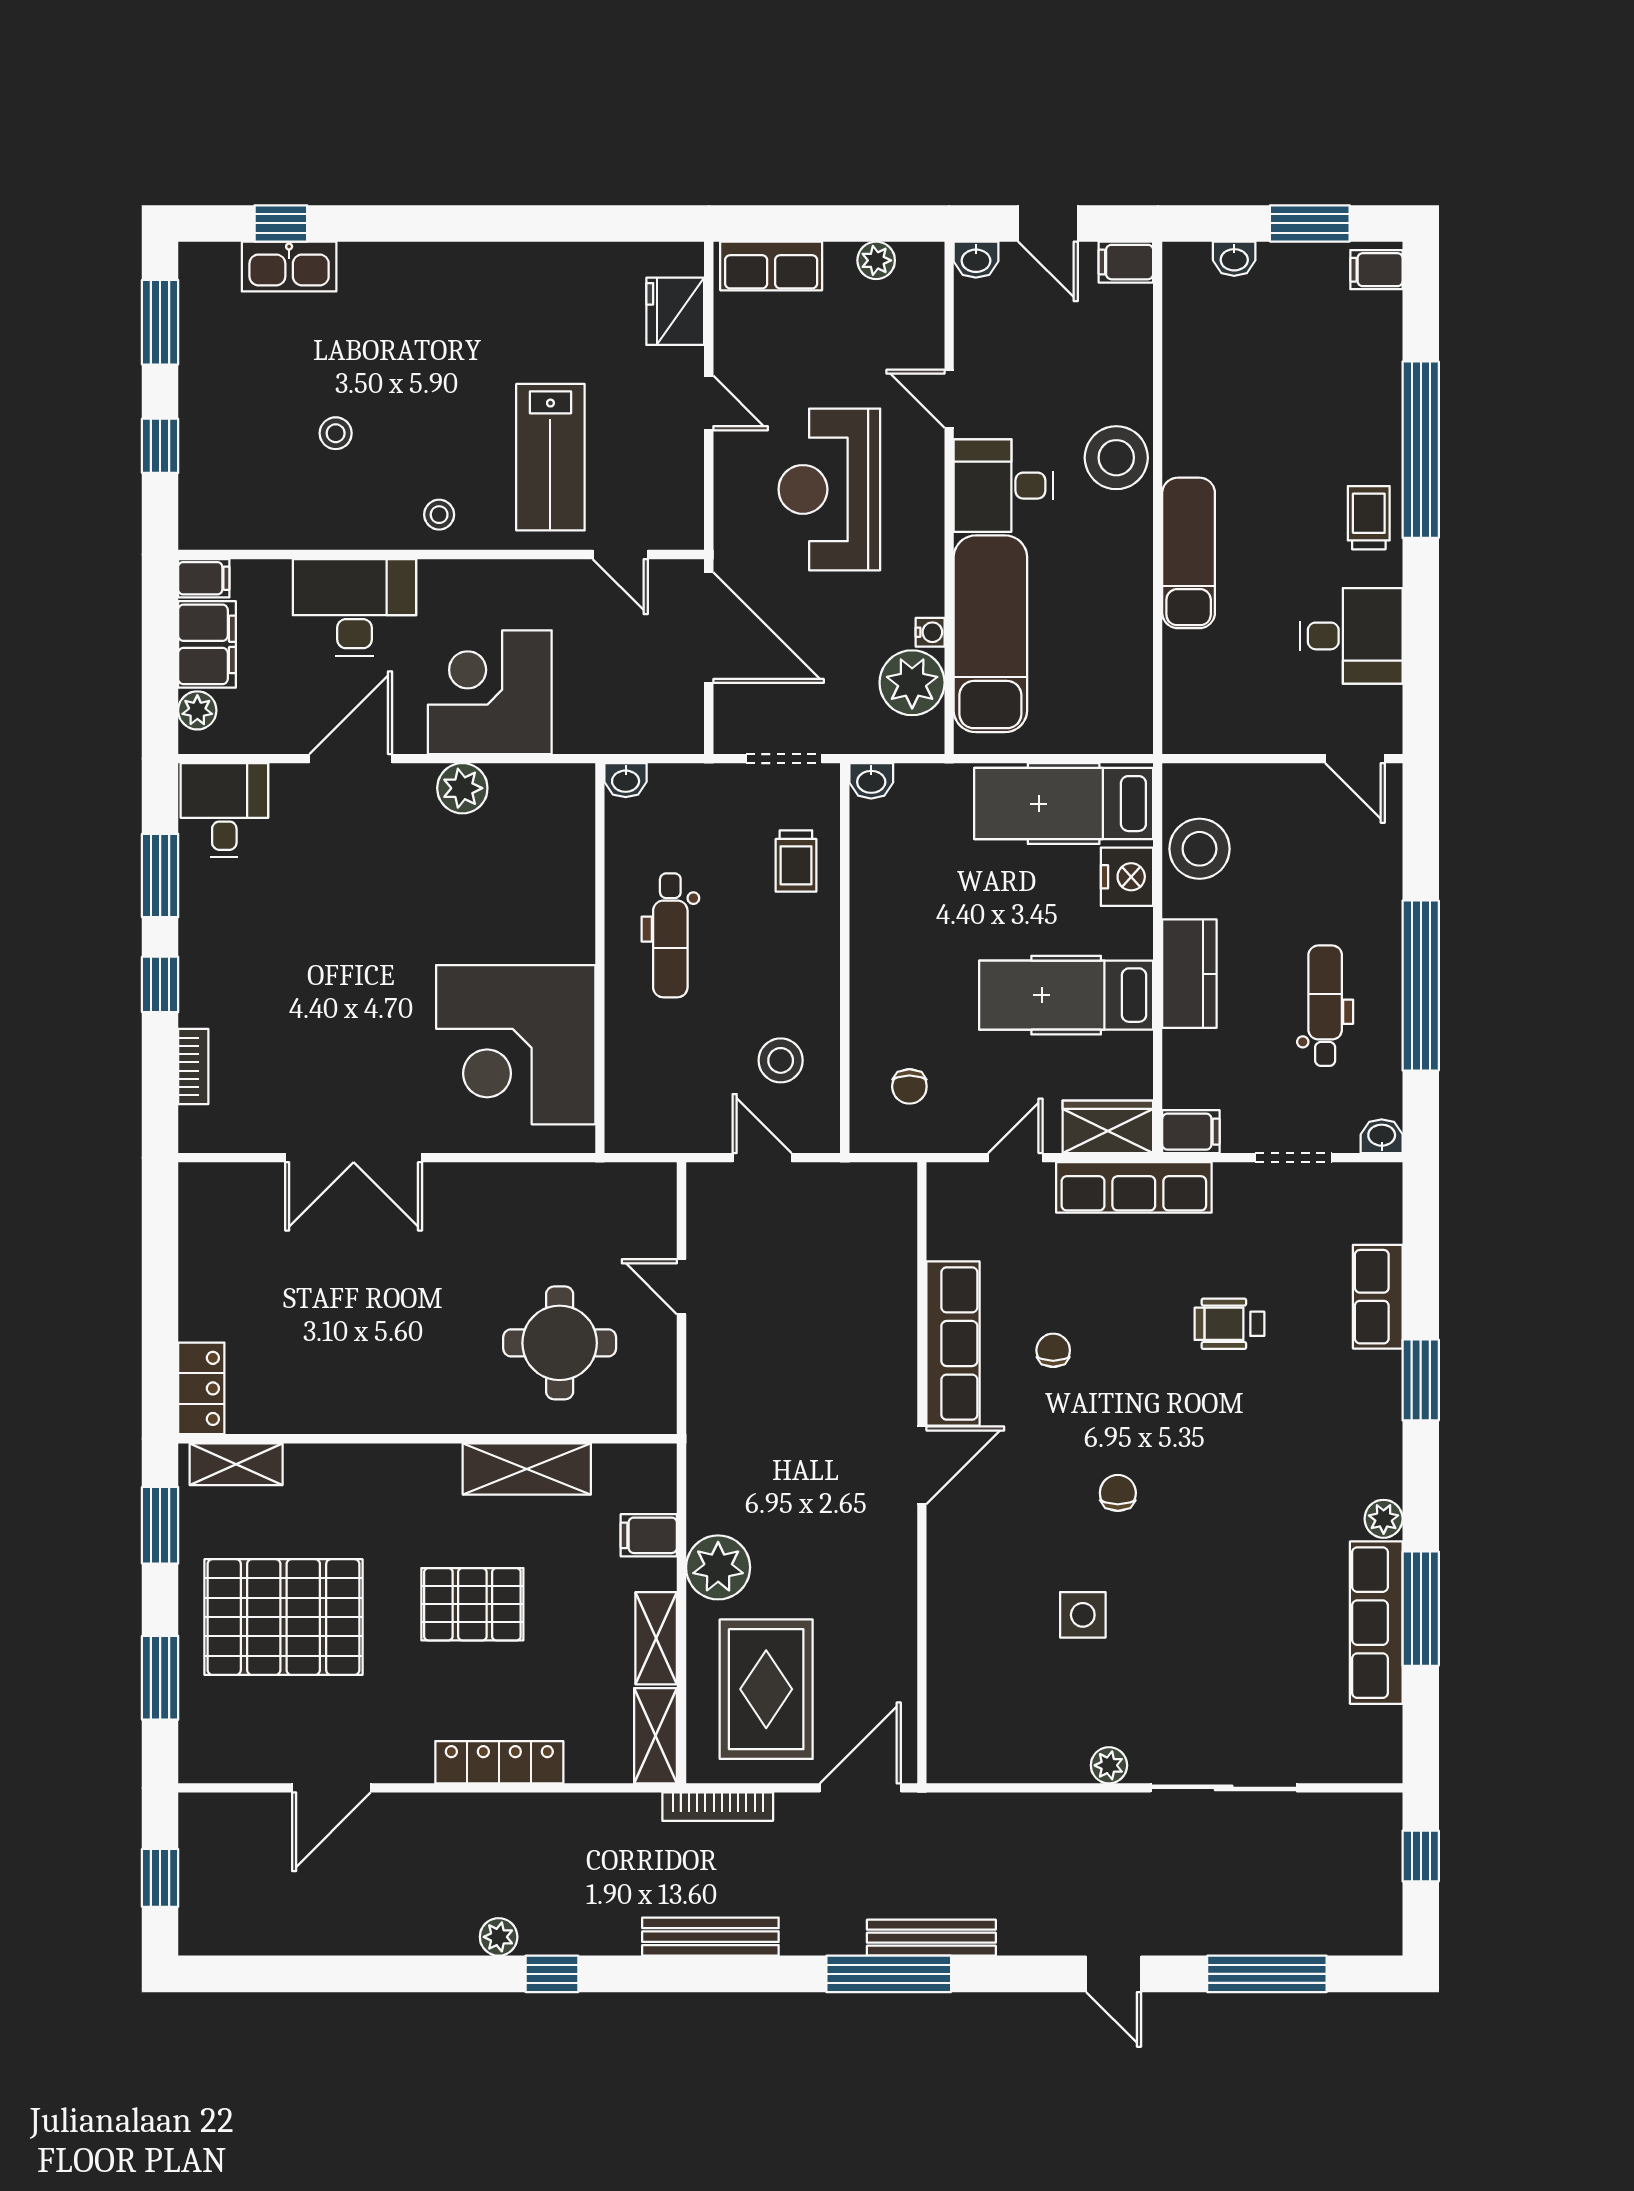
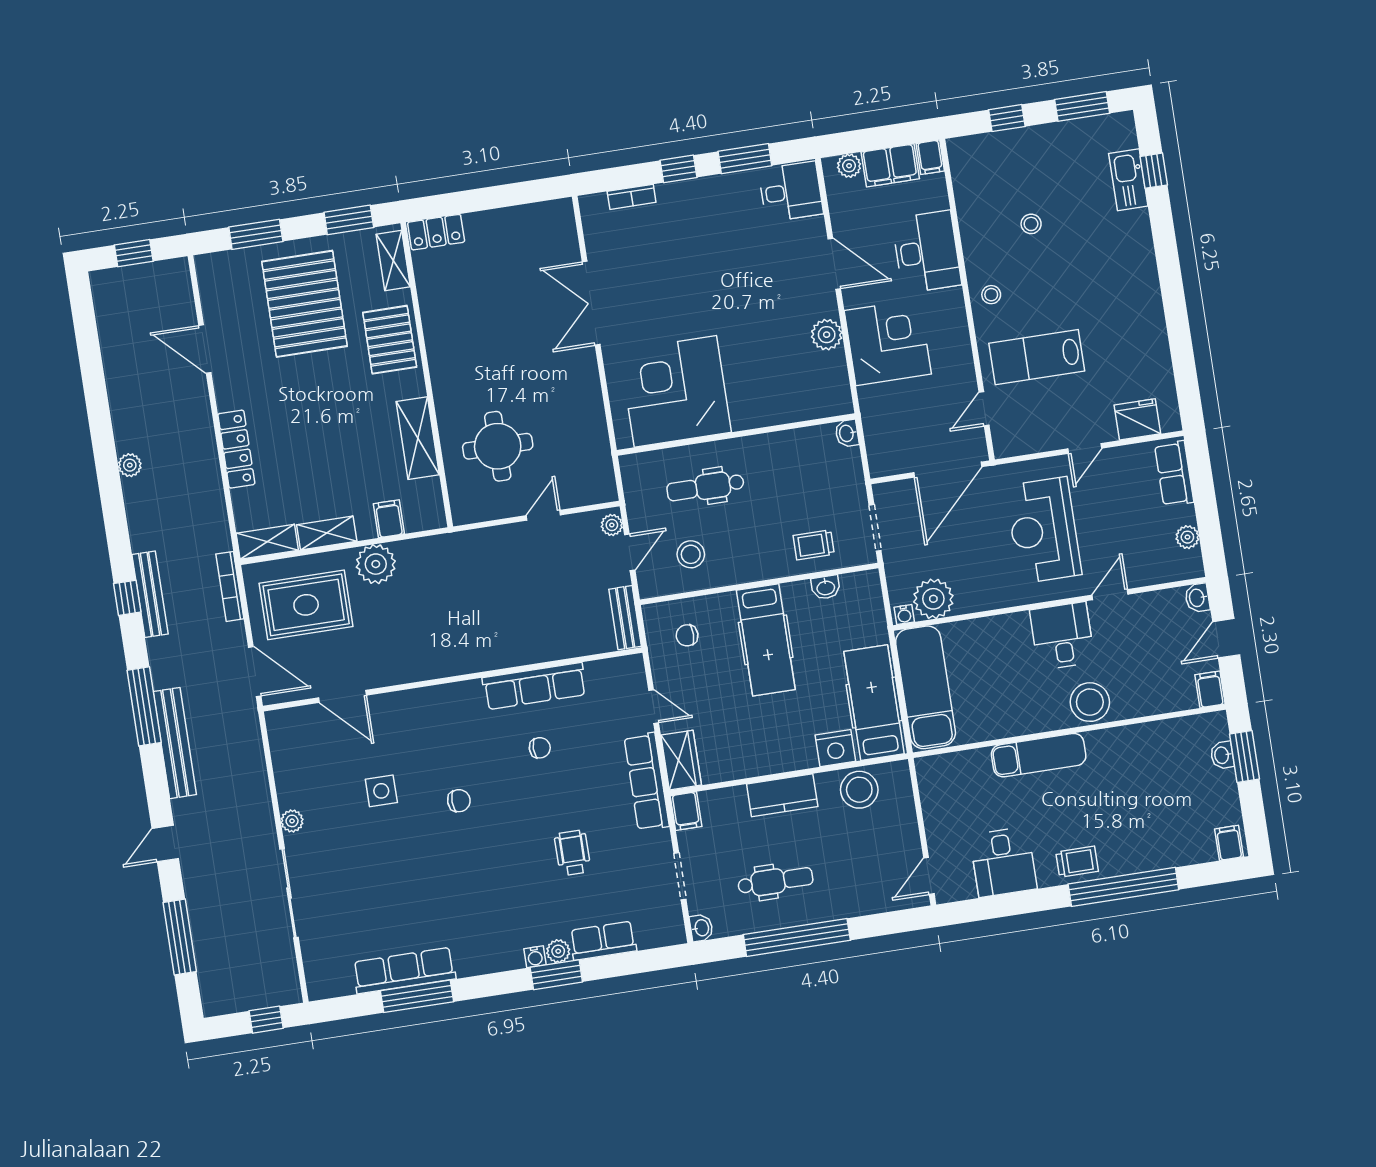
window: (1310, 223) -> (1244, 756), moved
reception desk: (829, 489) -> (1043, 530), turned -90
water cooler: (930, 632) -> (904, 615), moved
exam couch: (990, 634) -> (926, 687), moved, turned -90
washbasin: (871, 781) -> (826, 587), moved, turned -90
dental chair: (670, 935) -> (705, 487), moved
hospital bed: (1066, 995) -> (766, 640), moved, turned 180
plant: (714, 1180) -> (612, 525), added
bench: (866, 1181) -> (625, 618), added
water cooler: (1387, 1410) -> (535, 957), added
door: (922, 1465) -> (342, 696), moved
plant: (1384, 1519) -> (558, 951), moved
pallet: (472, 1604) -> (390, 340), moved
bench: (931, 1938) -> (175, 743), width x1.37, depth x1.21
window: (552, 1974) -> (127, 598), moved

